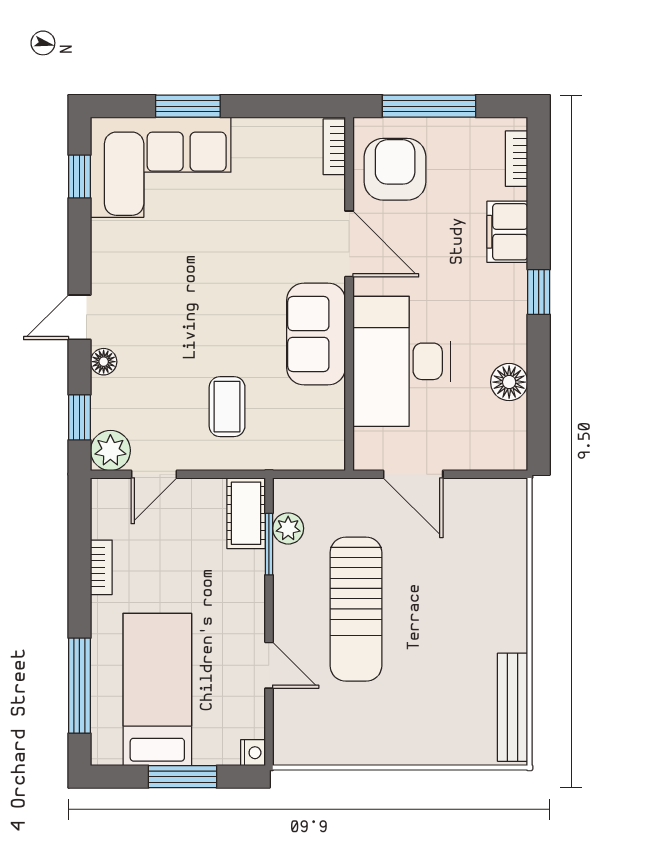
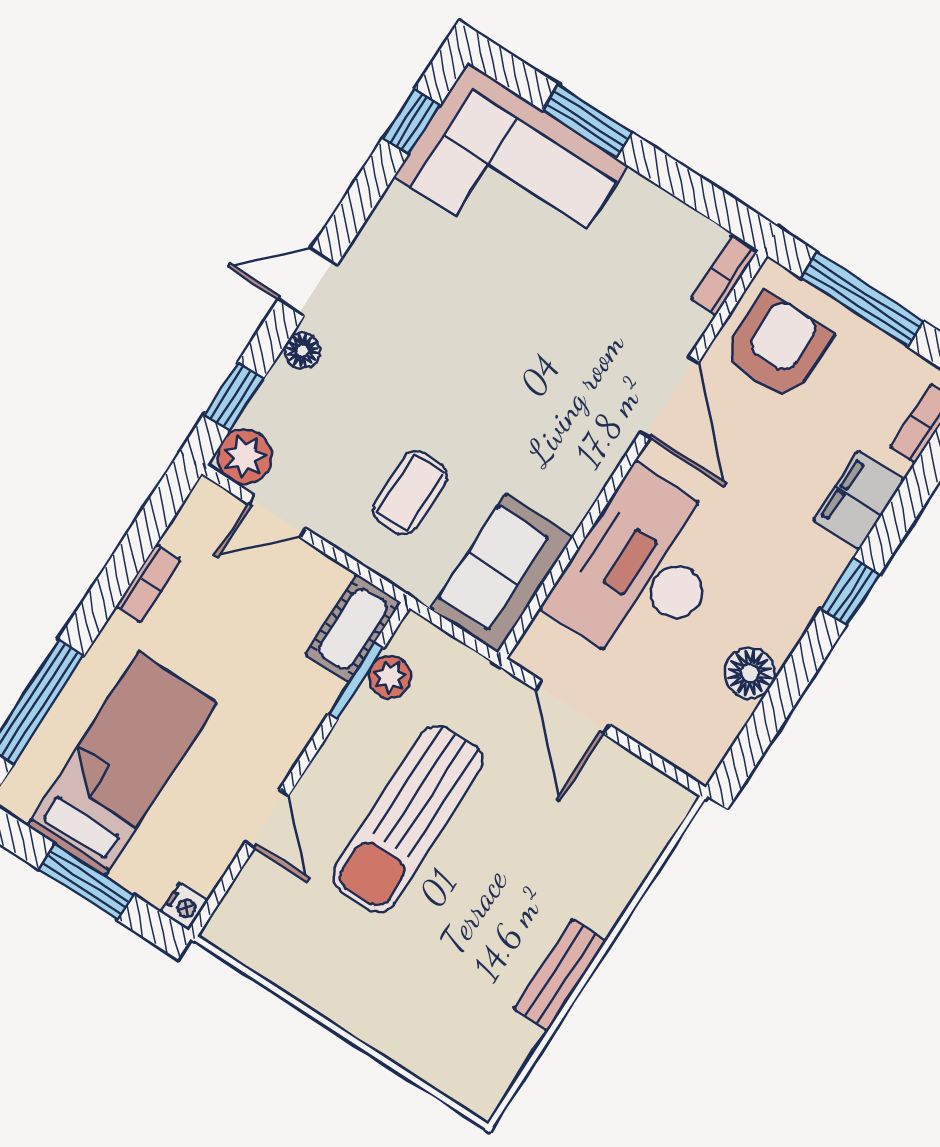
sofa: (316, 334) -> (502, 573), moved
bench: (513, 707) -> (560, 975), moved, width x0.73

